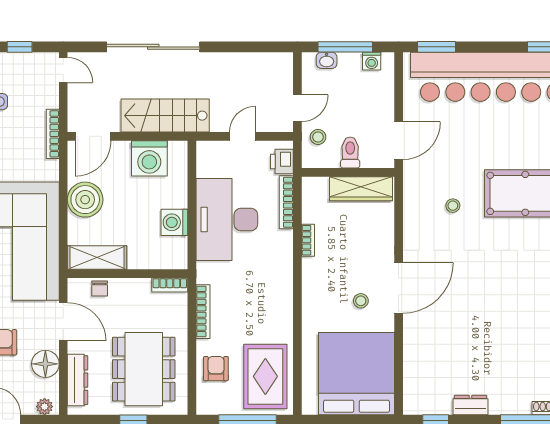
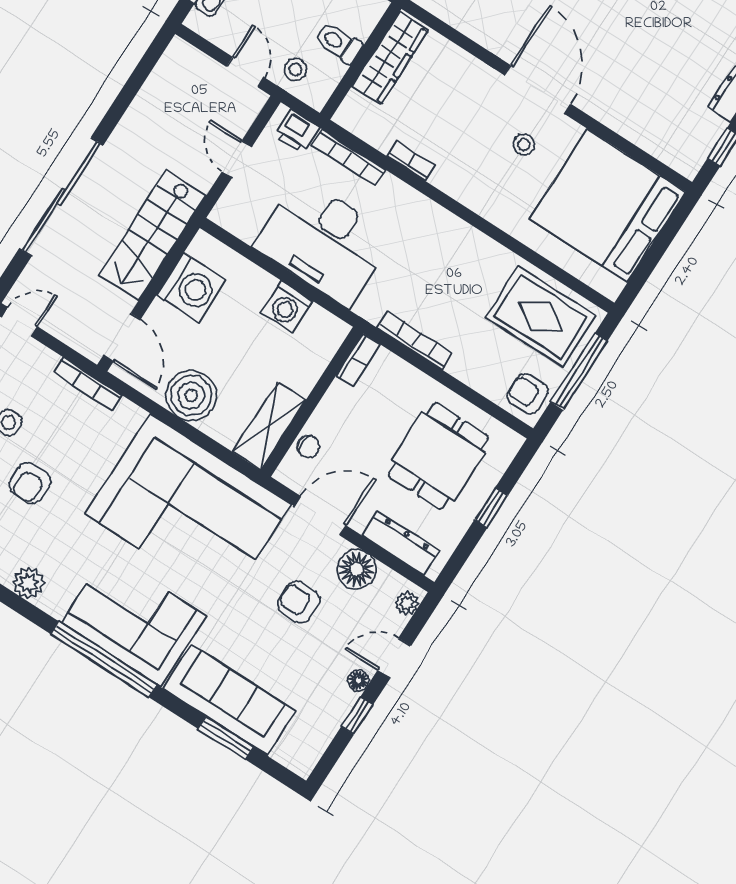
dining table: (144, 369) -> (438, 456), width x0.73
armchair: (216, 369) -> (527, 394), moved

